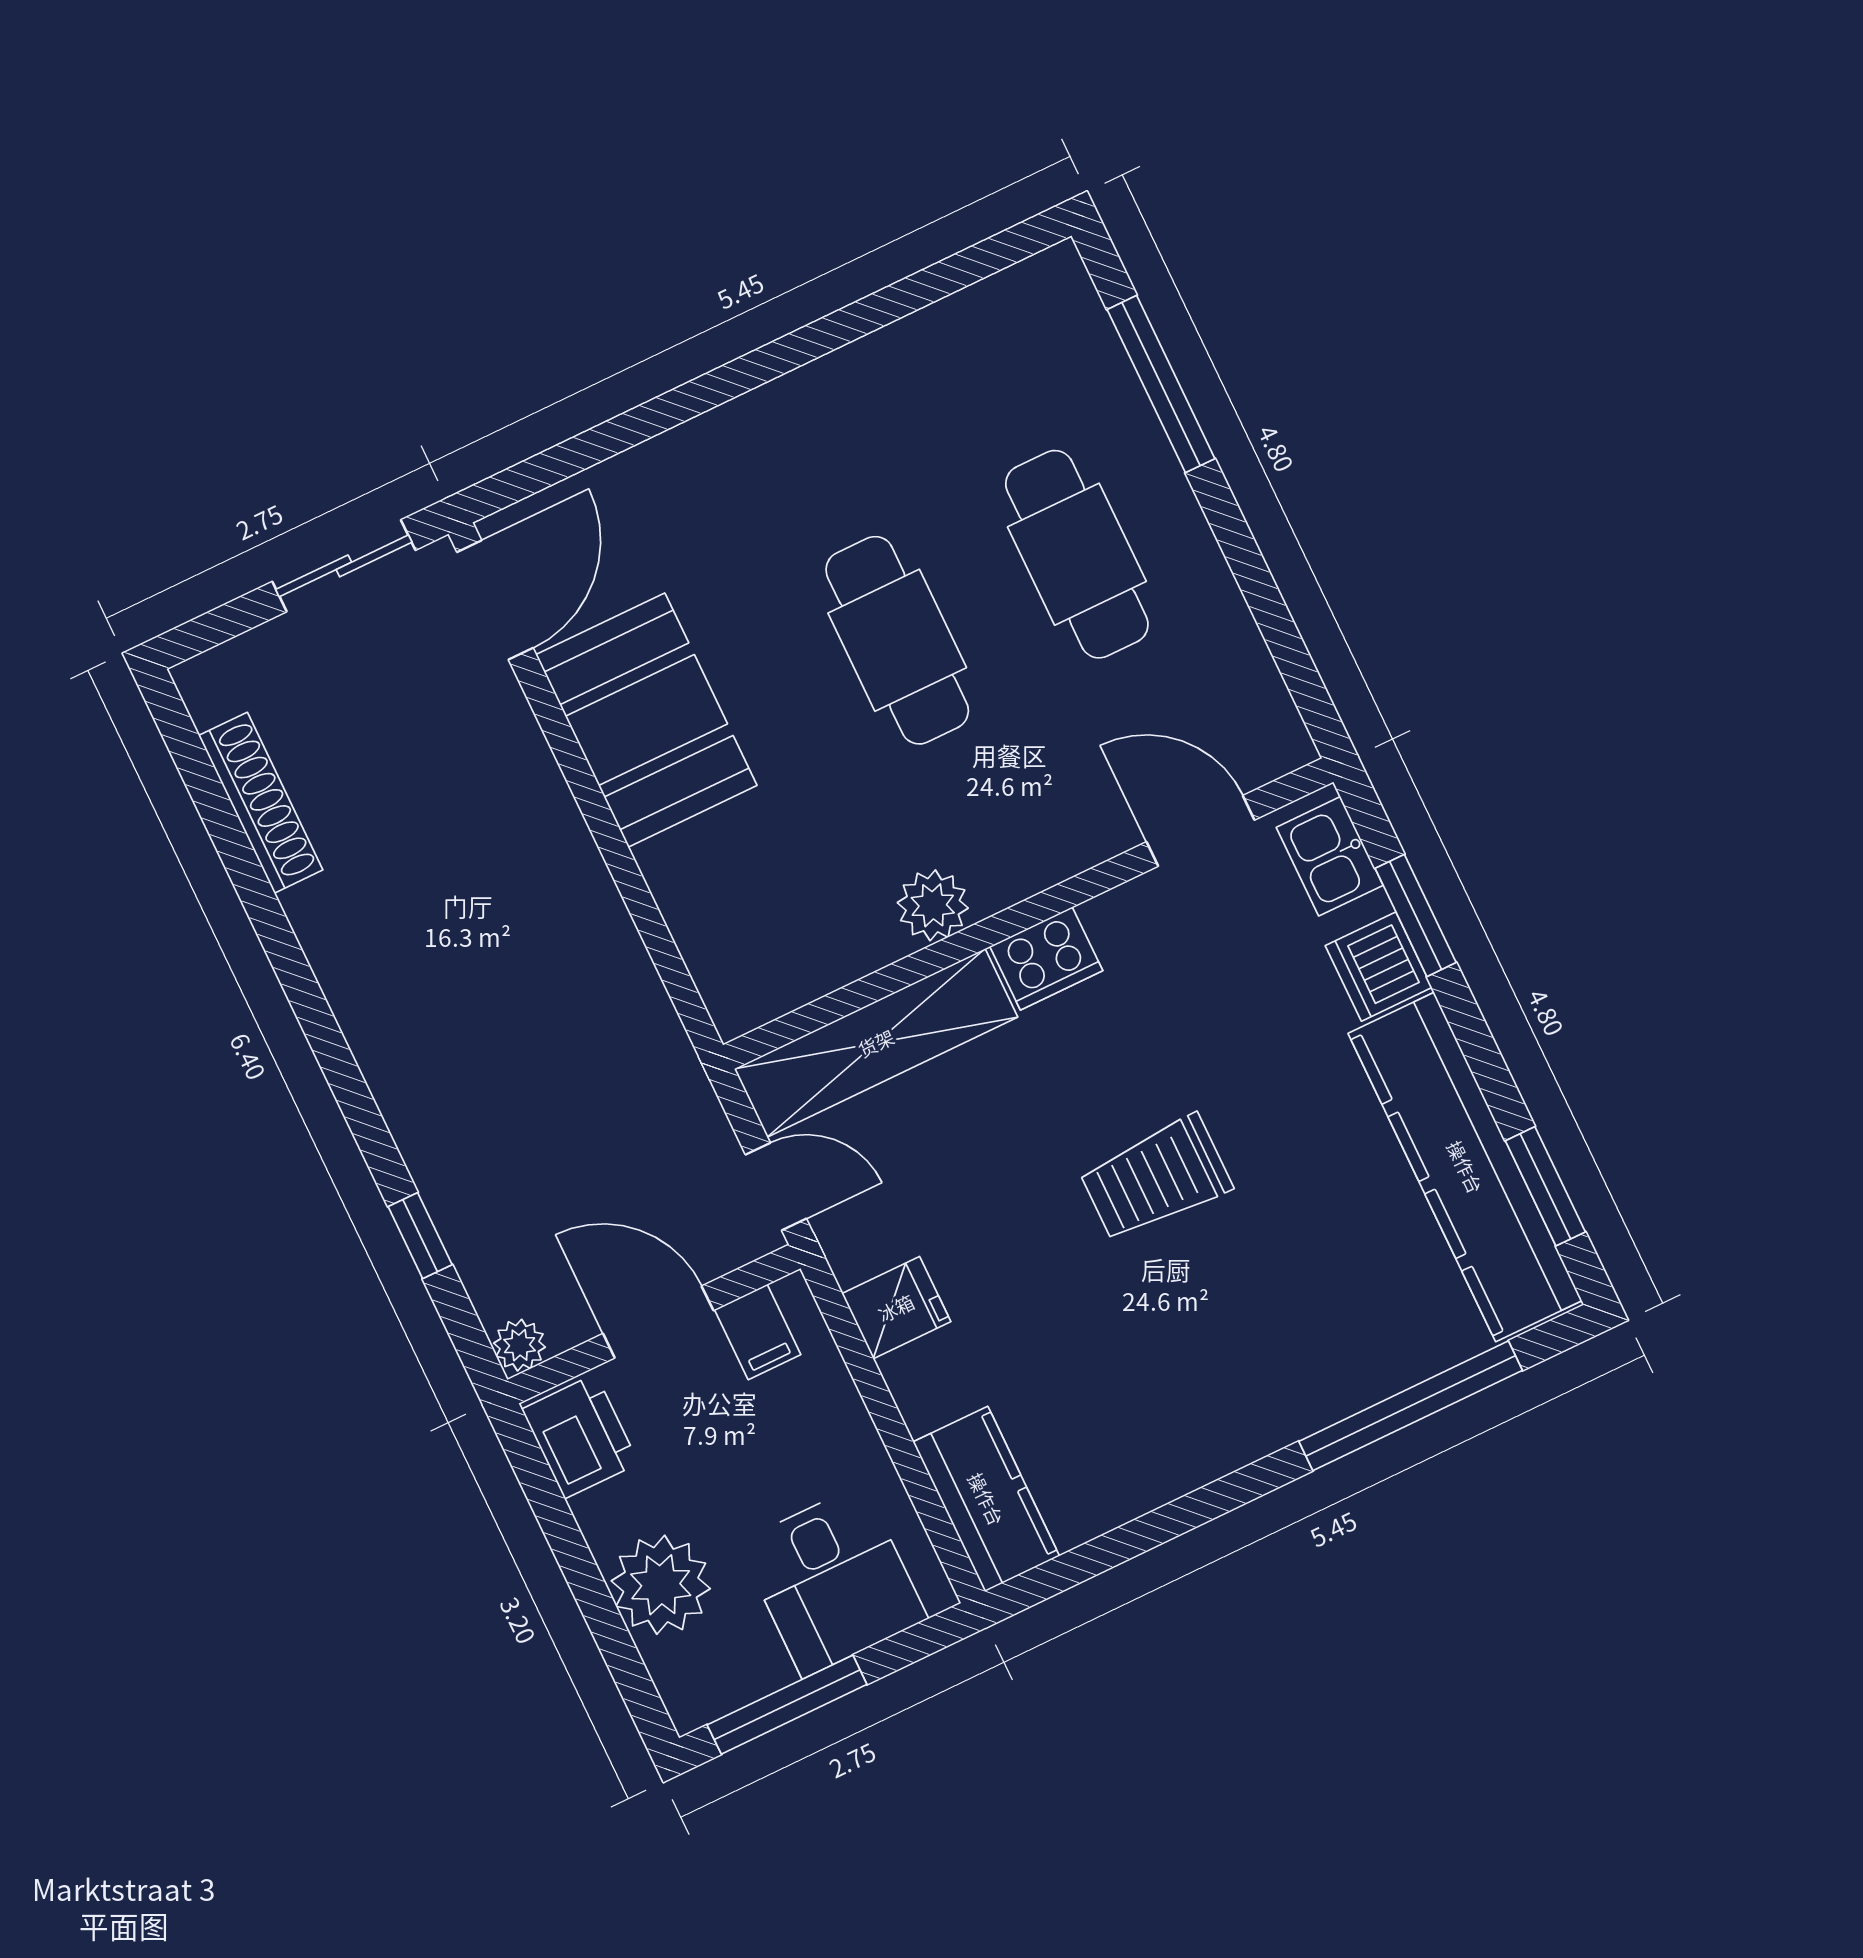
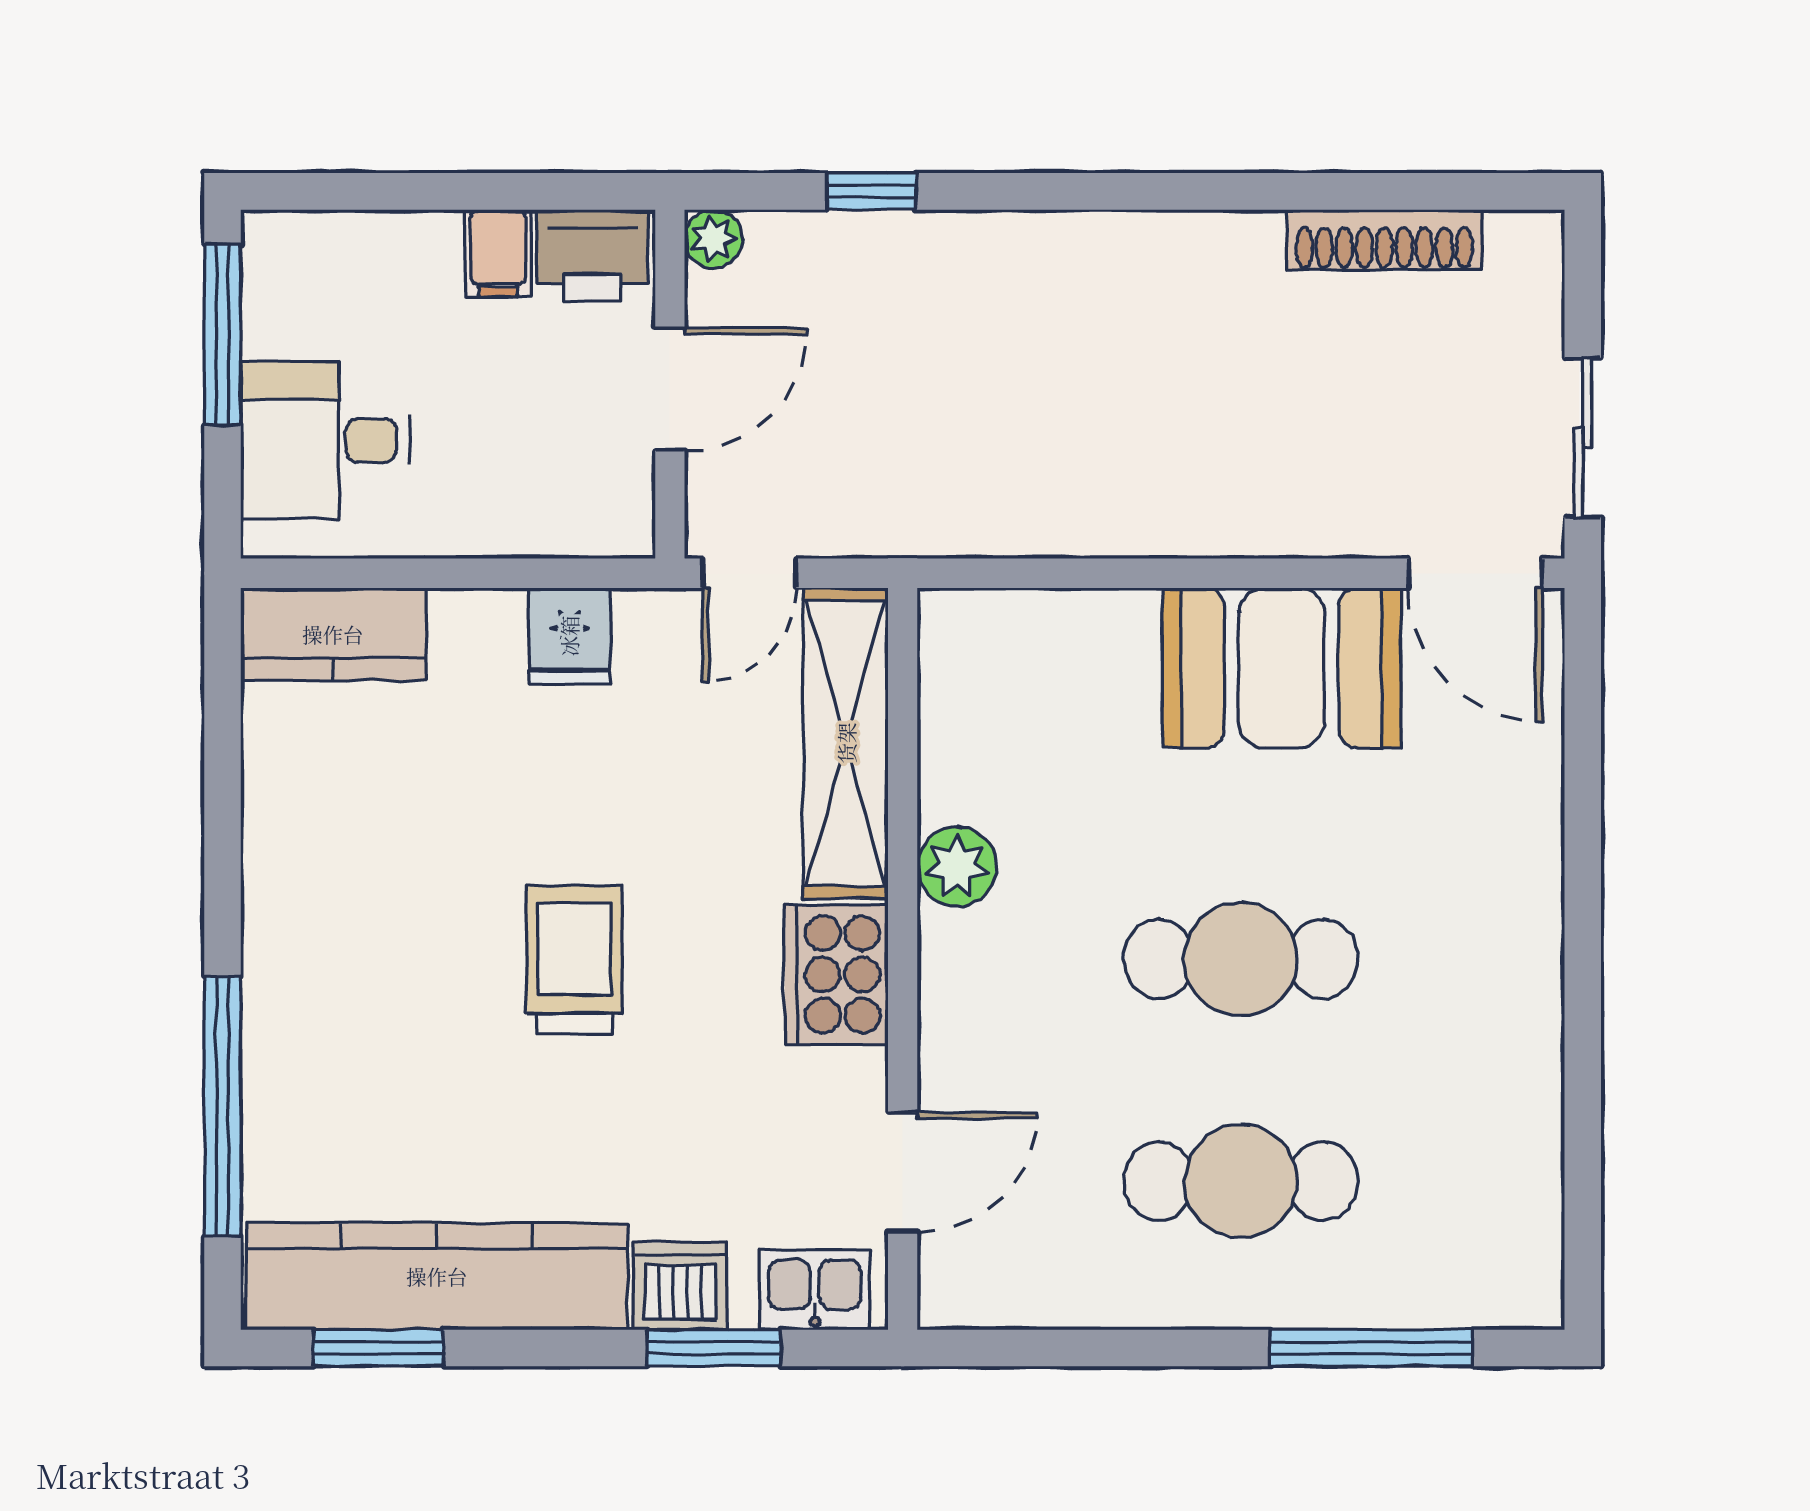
cooker: (1046, 959) -> (836, 974), width x1.37, depth x1.31
filing cabinet: (758, 1332) -> (498, 253), moved, turned -90
plant: (661, 1585) -> (404, 265), removed

